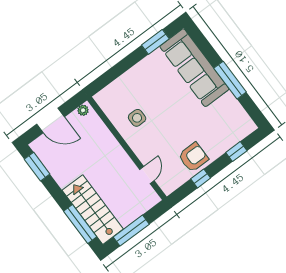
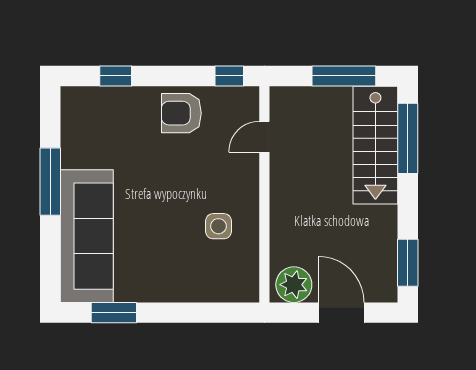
plant: (83, 110) -> (294, 285), width x1.88, depth x1.88
window: (201, 178) -> (229, 76), moved

